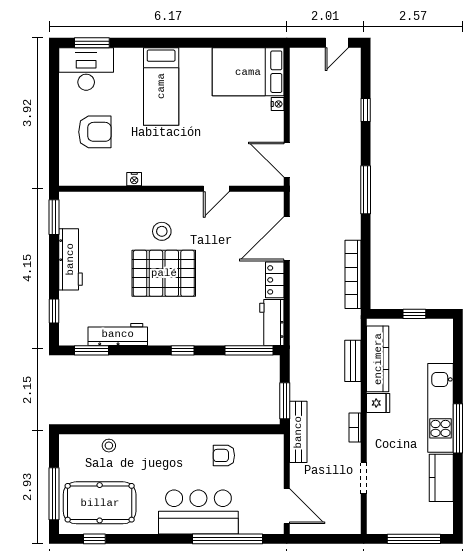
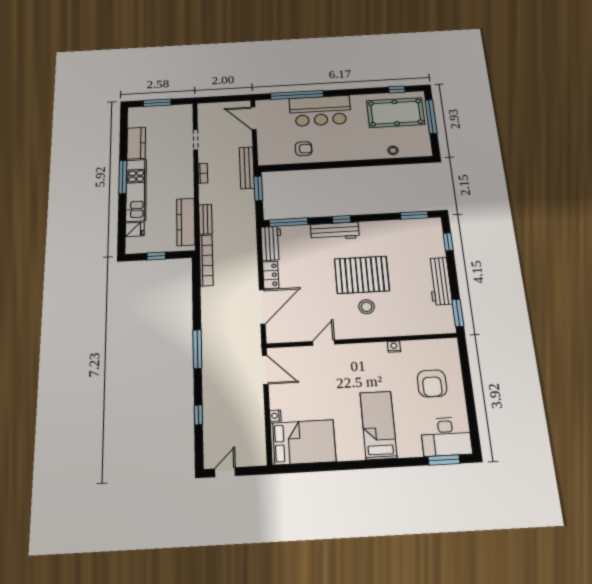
armchair: (95, 132) -> (432, 383), turned -90
bookcase: (353, 274) -> (206, 260), moved
workbench: (118, 334) -> (335, 231), moved
fridge: (378, 403) -> (135, 229), moved, turned 180
window: (414, 539) -> (157, 103), width x0.69

